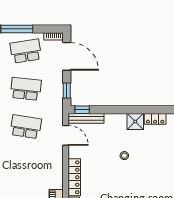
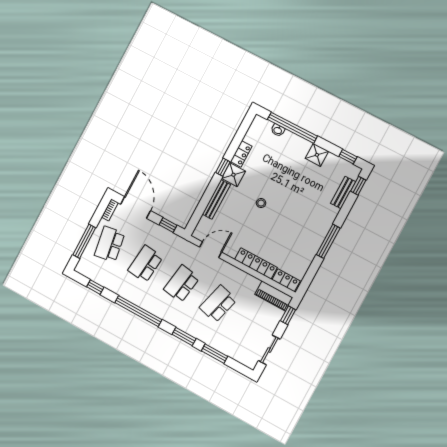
door: (67, 56) -> (136, 207), hinge flipped
window: (82, 110) -> (223, 167), moved
bench: (86, 118) -> (216, 199), moved
school desk: (26, 164) -> (218, 304), added

